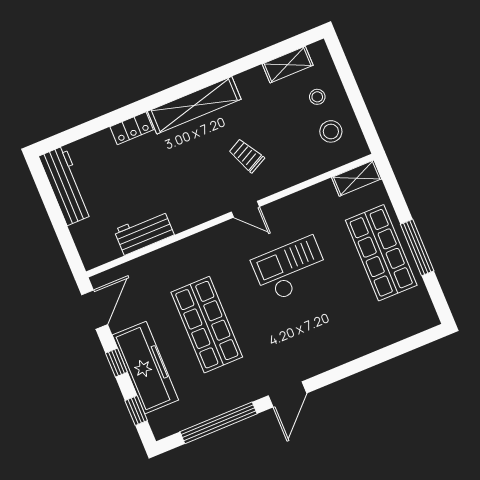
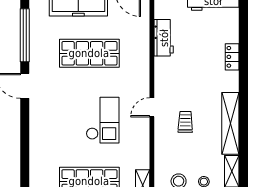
shelving: (194, 105) -> (230, 123), moved
trolley: (246, 155) -> (185, 122), turned -62

